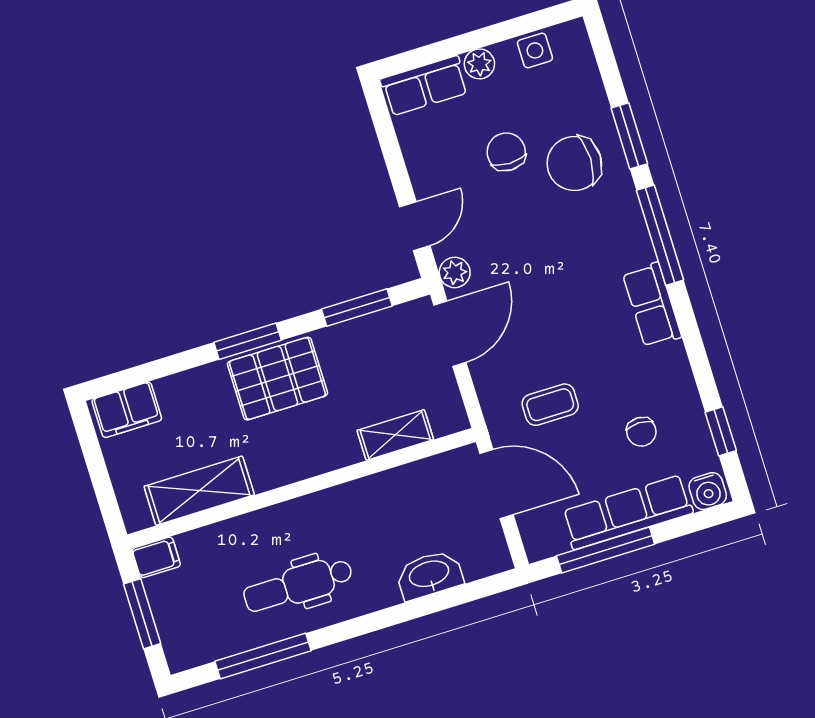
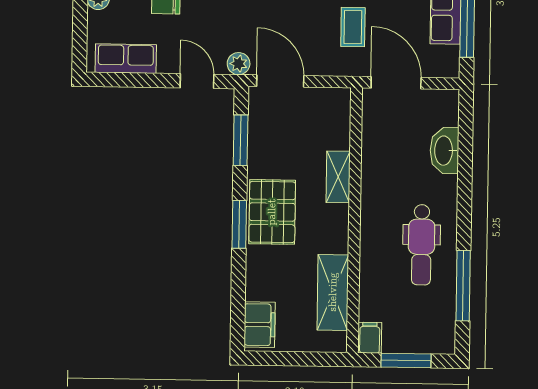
row of seats: (424, 86) -> (126, 59), moved, turned -90
shelving: (395, 435) -> (338, 177), moved
door: (496, 484) -> (396, 83), hinge flipped

